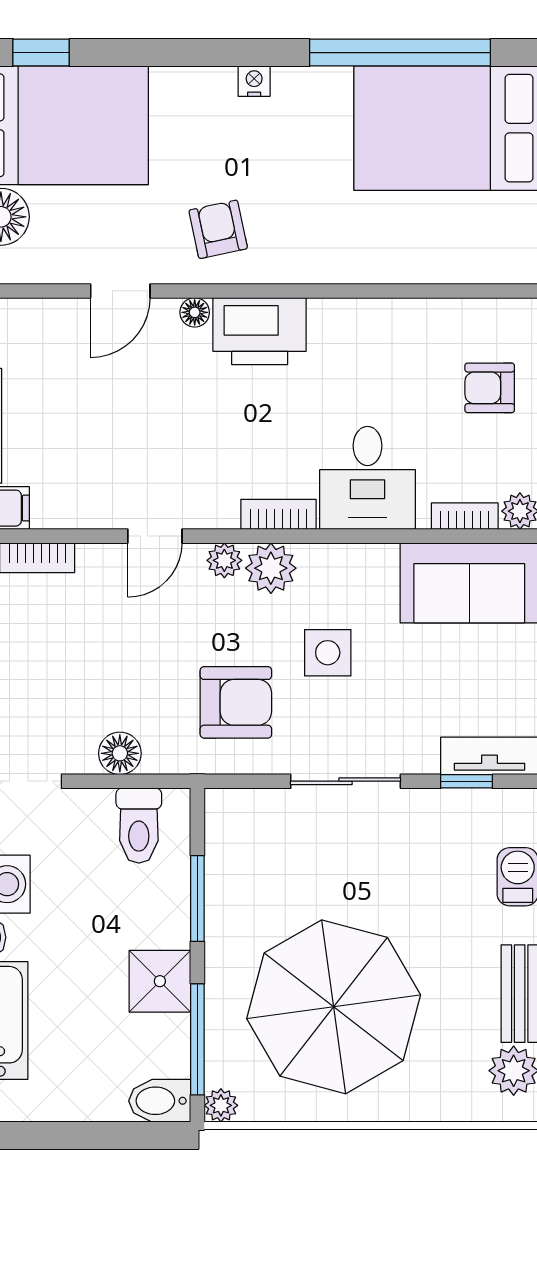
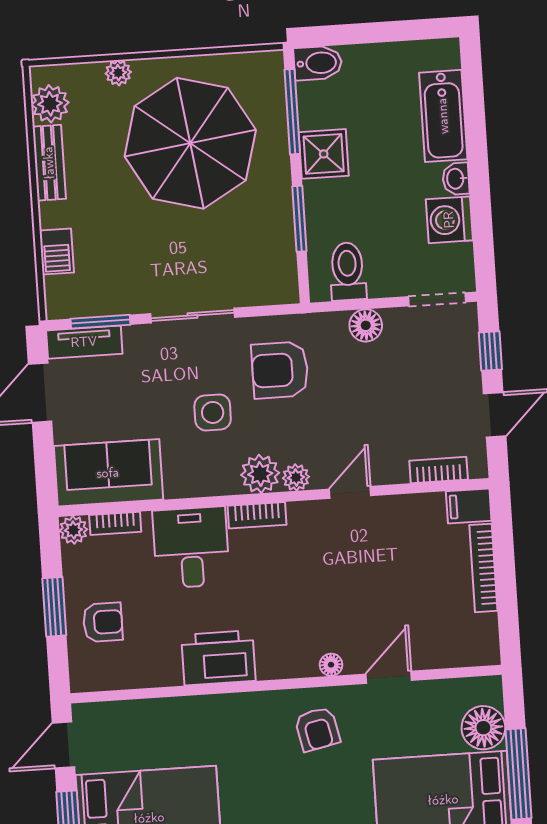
printer: (260, 331) -> (218, 658), moved
window: (466, 781) -> (100, 322), width x1.50
plant: (221, 1105) -> (118, 73), moved

